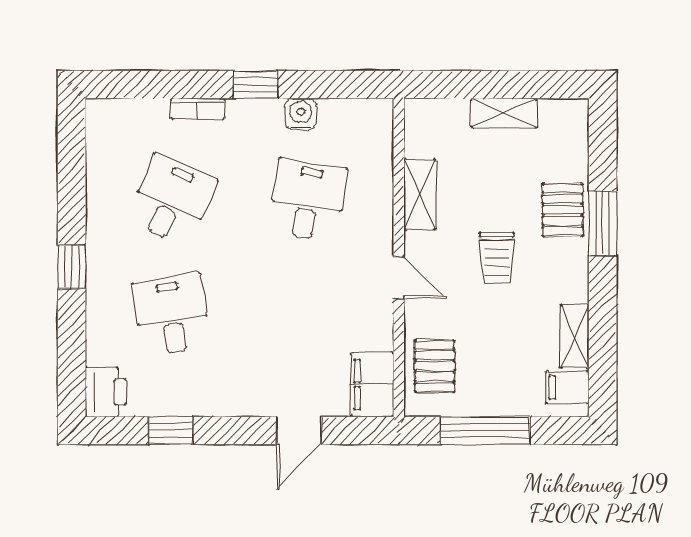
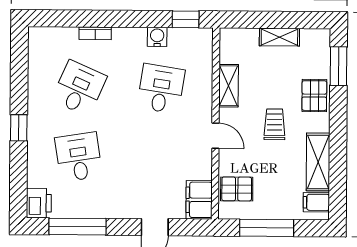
window: (256, 84) -> (186, 19), moved
window: (603, 223) -> (339, 66), moved
trolley: (497, 258) -> (275, 124), turned 180
shelving: (575, 336) -> (318, 162), width x1.50, depth x1.33
pallet: (435, 366) -> (237, 189), turned 90
window: (170, 430) -> (78, 227), width x2.17

